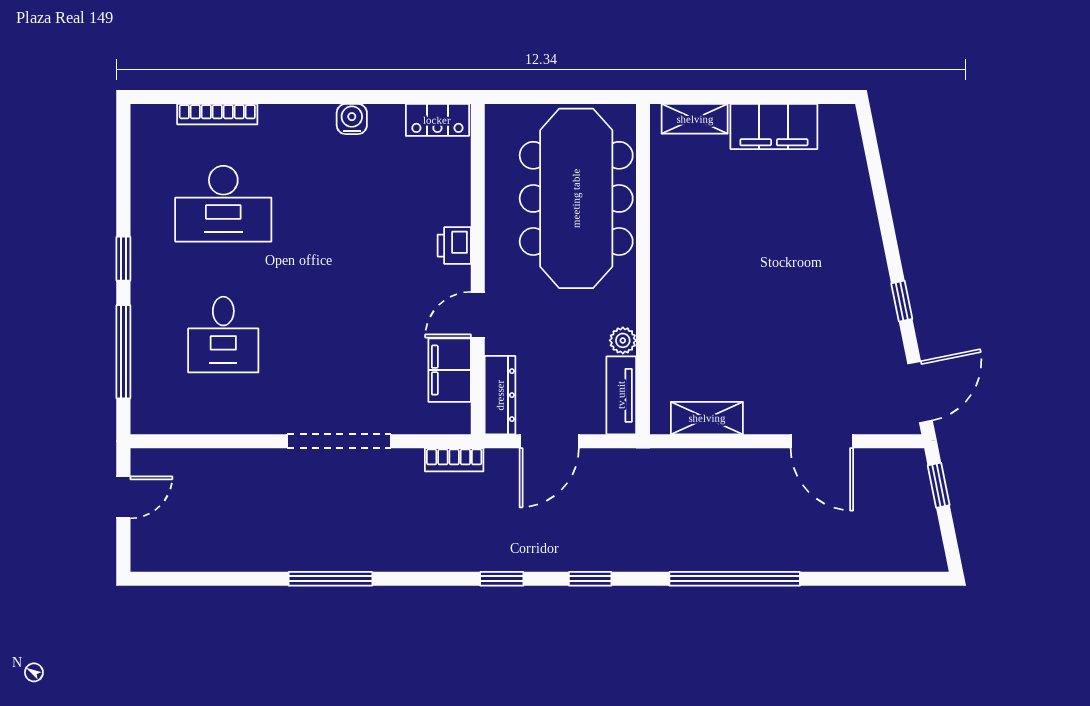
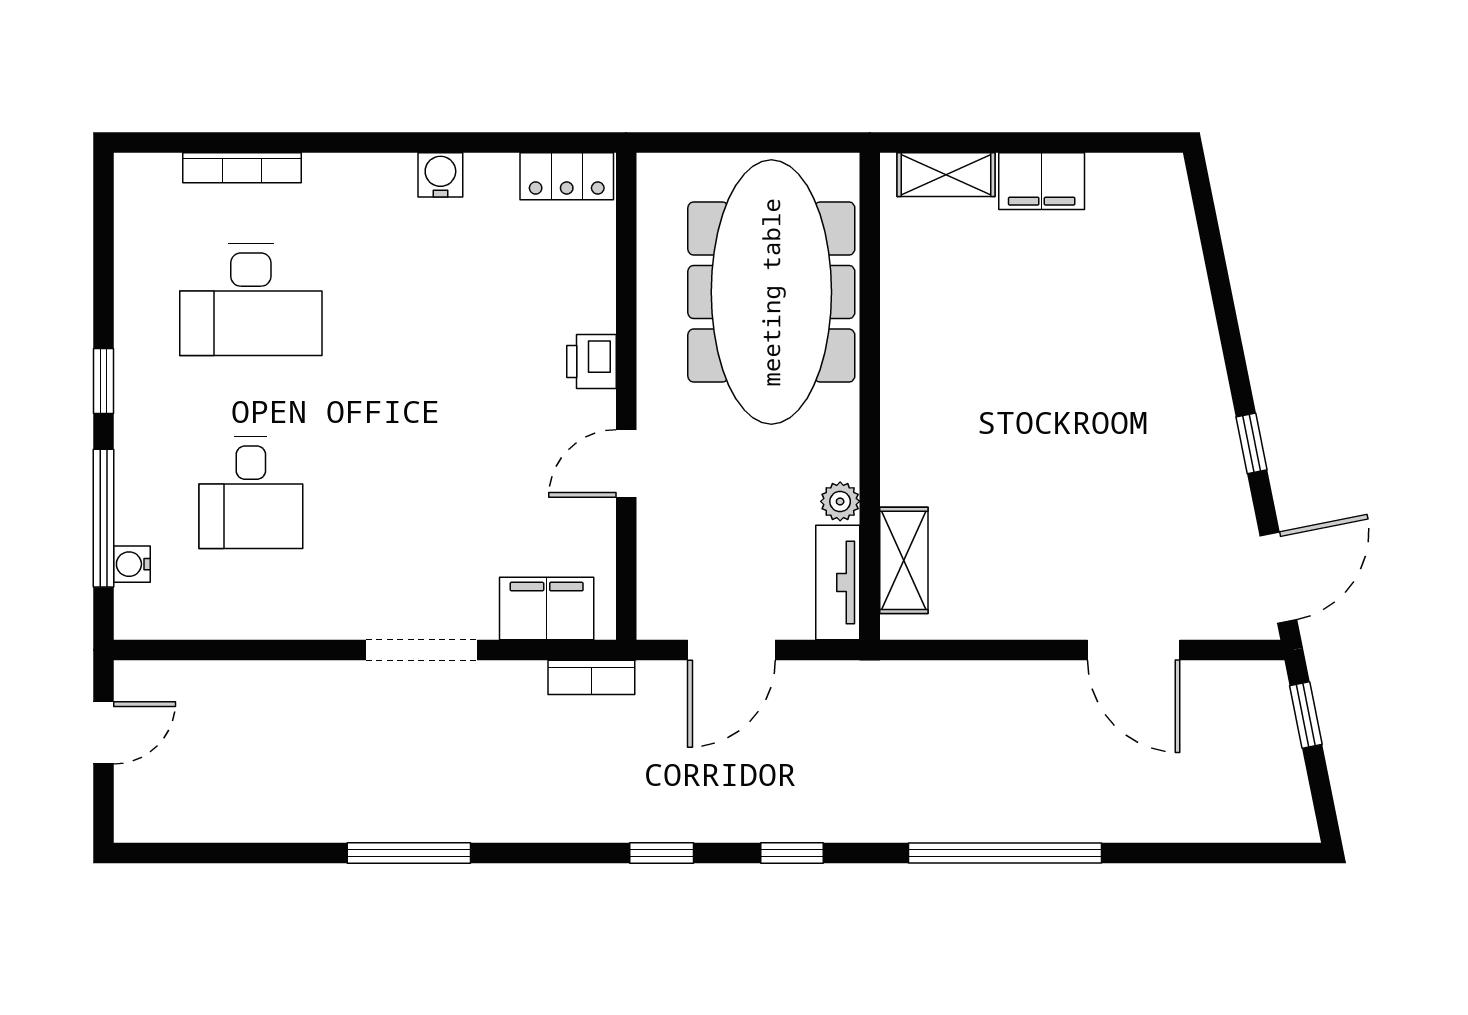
filing cabinet: (774, 126) -> (1042, 181), width x0.67, depth x0.86
filing cabinet: (450, 370) -> (547, 609), moved, turned 90
water cooler: (143, 383) -> (132, 564), added
dresser: (500, 395) -> (659, 582), removed
shelving: (707, 418) -> (904, 560), moved, turned 90
doorway: (339, 441) -> (422, 650), width x0.73

